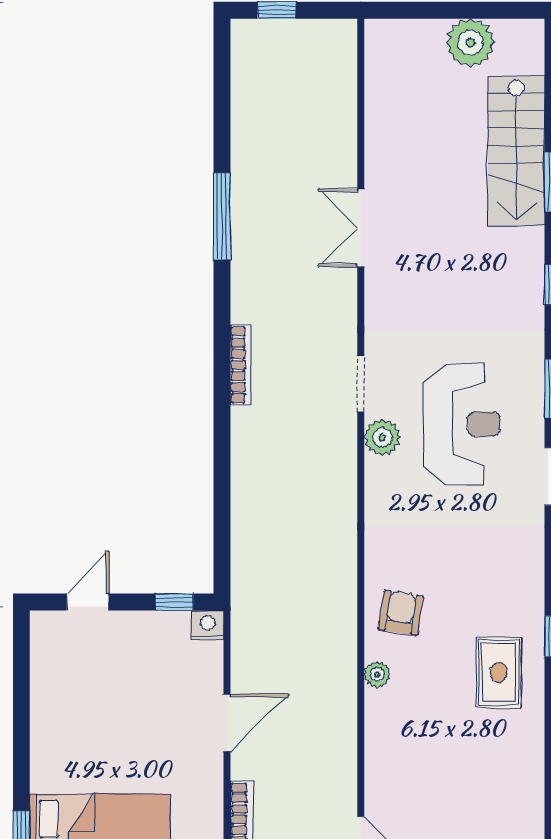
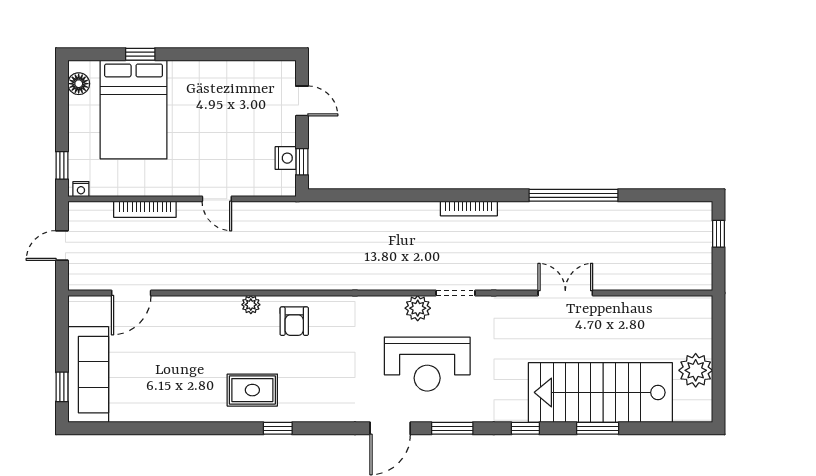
stairs: (516, 151) -> (600, 392), width x1.36, depth x1.51
window: (222, 216) -> (574, 195), width x1.46
armchair: (401, 613) -> (294, 321), turned 81
nightstand: (207, 625) -> (286, 158), moved
door: (227, 723) -> (217, 199), width x0.73

